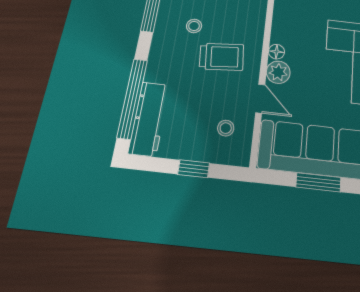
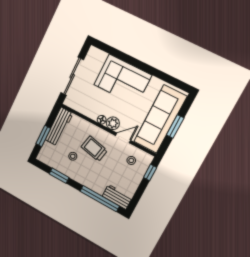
trolley: (222, 57) -> (94, 149), turned -73
workbench: (149, 119) -> (117, 197), width x0.73
window: (194, 169) -> (150, 173), moved

